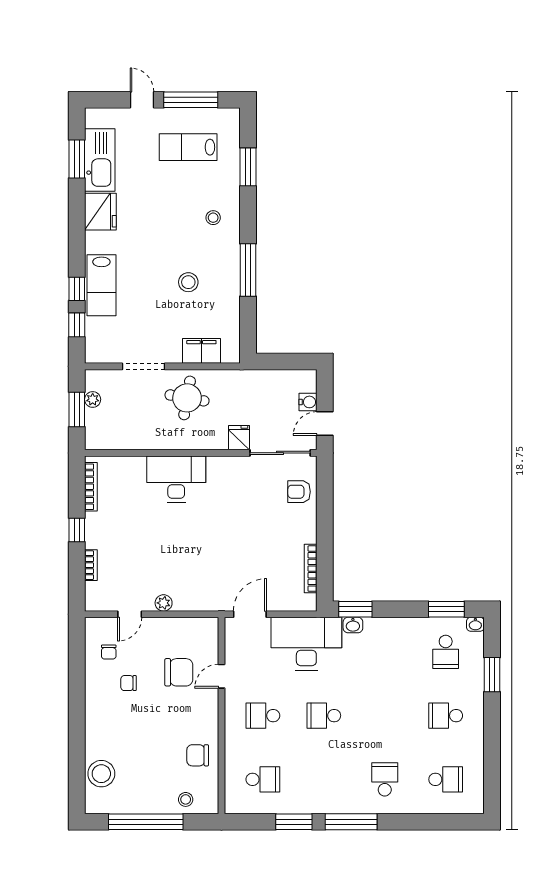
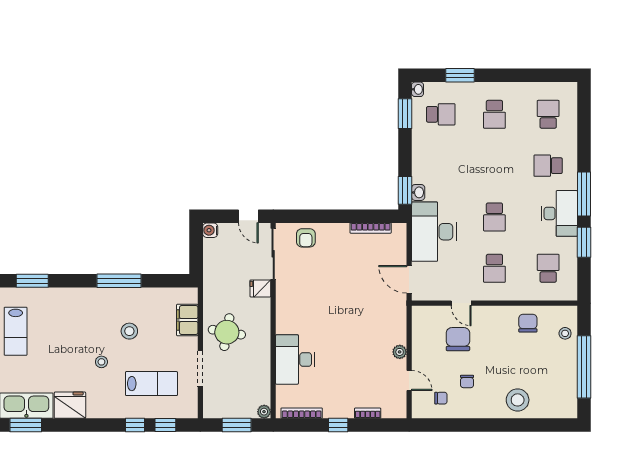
stool: (213, 218) -> (101, 362), moved
lab bench: (101, 285) -> (151, 384), moved
plant: (93, 399) -> (264, 412), moved
water cooler: (308, 402) -> (210, 230), moved, turned -90
desk: (176, 479) -> (295, 360), moved
chair: (198, 755) -> (528, 323), turned 180
stool: (101, 774) -> (518, 400), moved
desk: (328, 793) -> (559, 213), added

